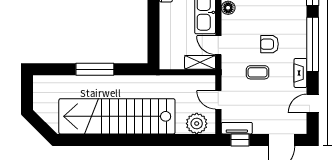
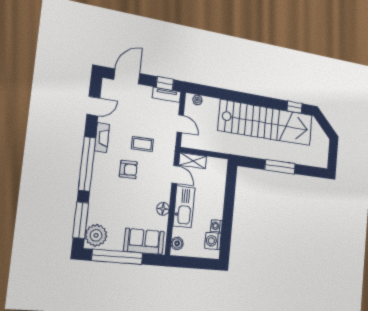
plant: (197, 124) -> (197, 100), width x0.53, depth x0.53
window: (82, 140) -> (295, 107), added

